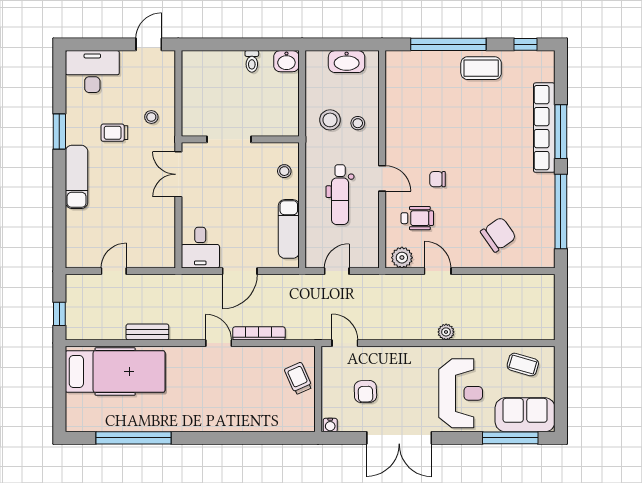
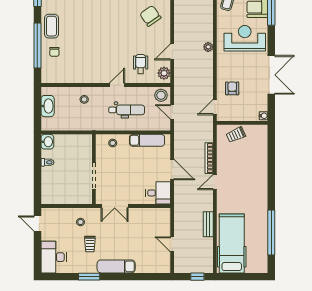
stool: (330, 120) -> (161, 95), moved
chair: (438, 179) -> (54, 52), moved
armchair: (365, 392) -> (232, 88), moved, turned -88

